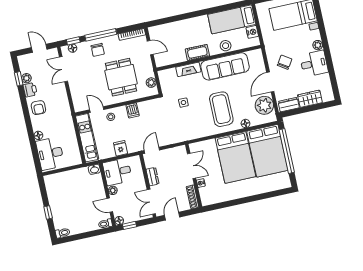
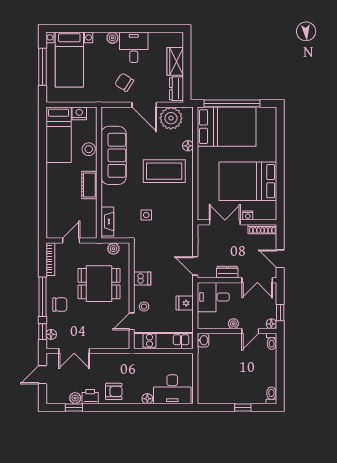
fireplace: (188, 69) -> (107, 221), moved
bed: (235, 157) -> (248, 181), moved, turned 180
desk: (117, 172) -> (213, 297), moved, turned 90

